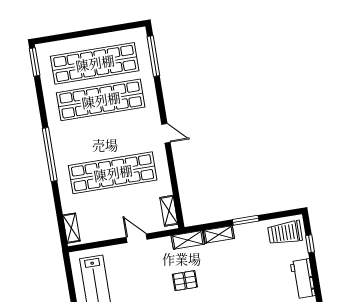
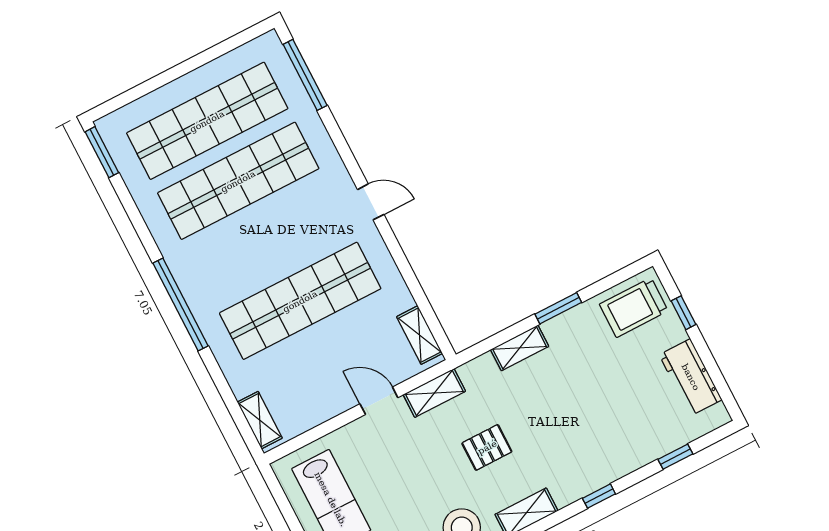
shelving: (188, 240) -> (434, 393), moved

